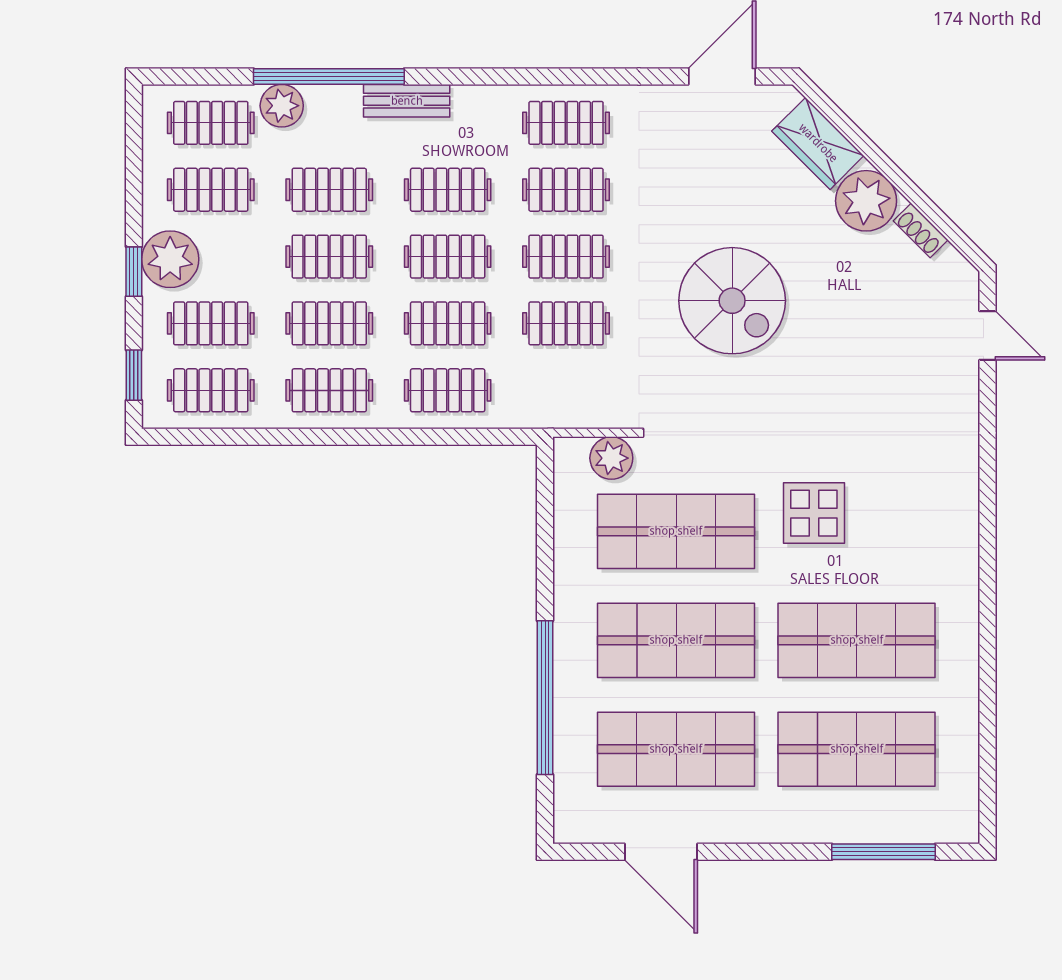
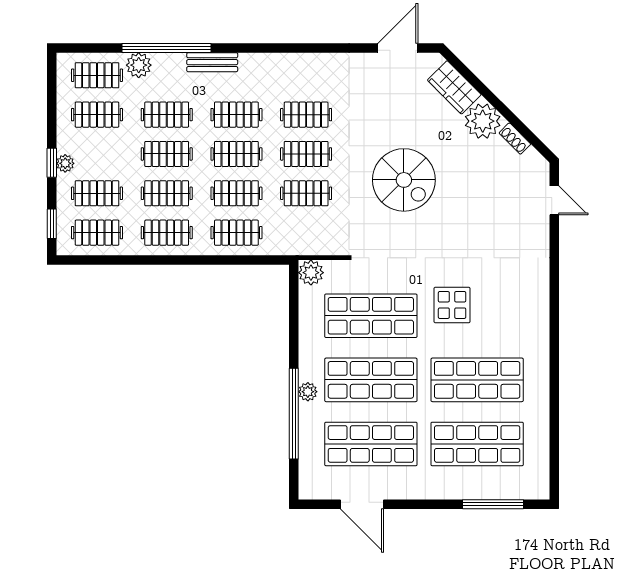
clothes rail: (566, 123) -> (306, 75), removed
plant: (170, 259) -> (65, 163), width x0.53, depth x0.53
plant: (611, 458) -> (311, 273), moved
plant: (569, 660) -> (308, 392), added

